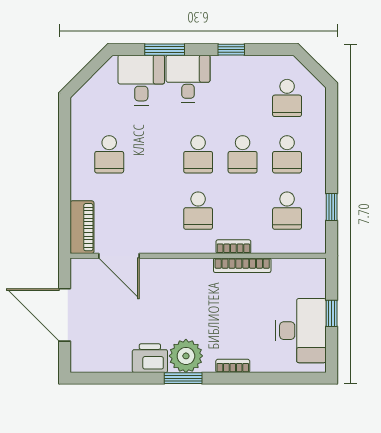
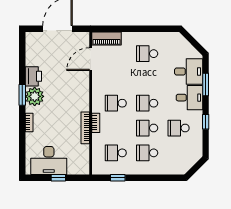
school desk: (287, 98) -> (179, 128), moved

